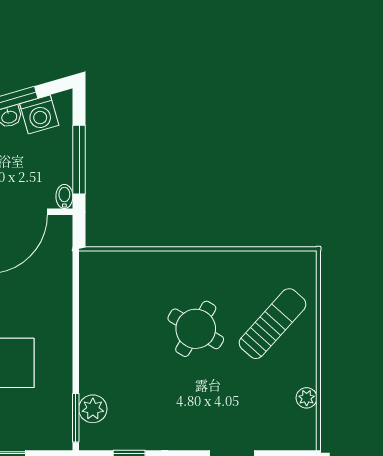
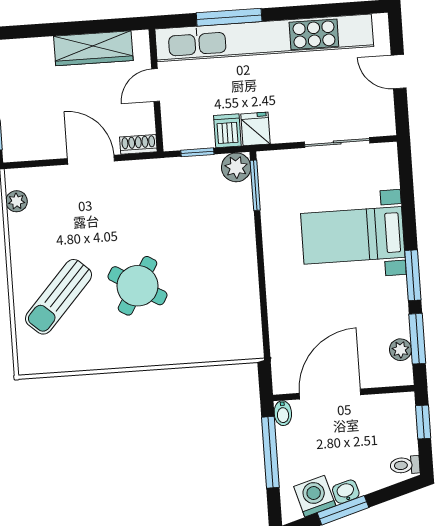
plant: (307, 398) -> (17, 201), moved
plant: (93, 409) -> (236, 167), moved

